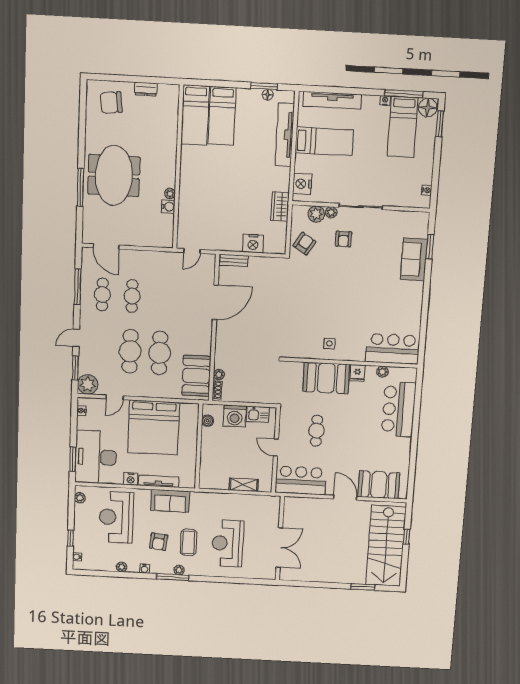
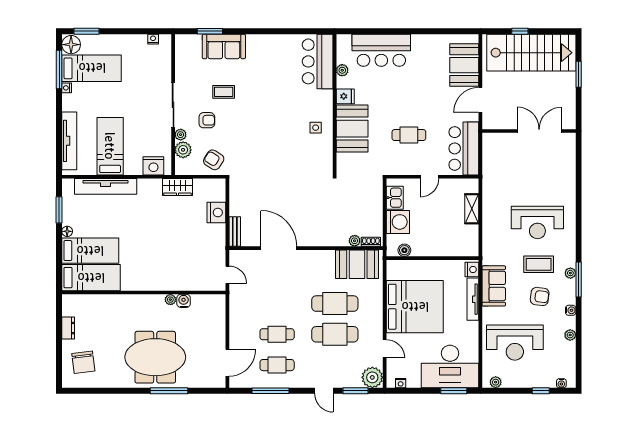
floor lamp: (268, 95) -> (67, 231), moved
coffee table: (370, 257) -> (224, 92), added
nightstand: (131, 479) -> (472, 270), moved
wall: (280, 538) -> (529, 131), moved
double door: (279, 548) -> (539, 131), moved

